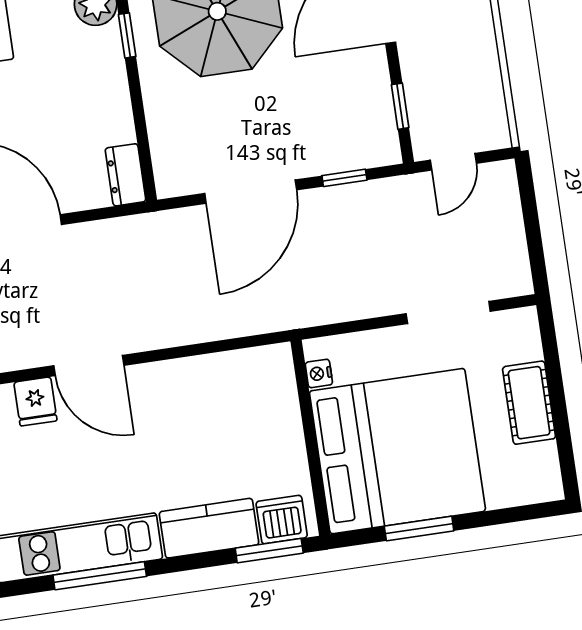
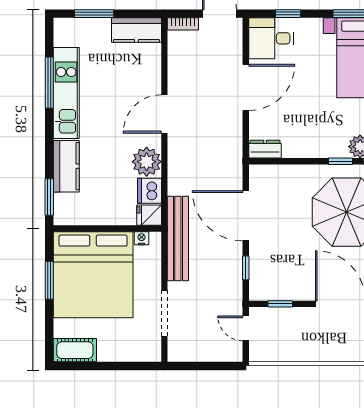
bench: (310, 308) -> (178, 238), added
plant: (180, 385) -> (147, 162), added
fridge: (35, 401) -> (149, 215), moved
cot: (529, 403) -> (75, 350), moved
dishwasher: (282, 520) -> (149, 191), moved, turned 180
window: (100, 576) -> (49, 83), moved

